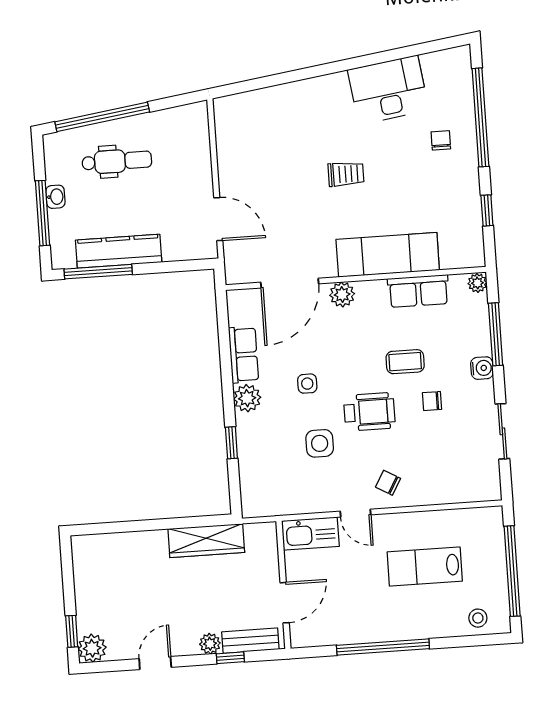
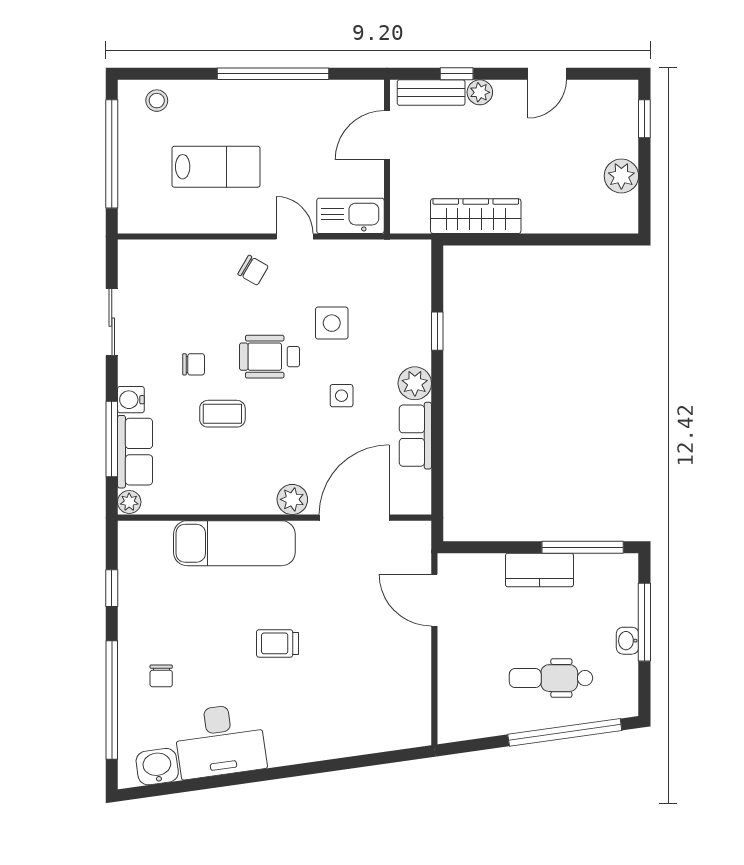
washbasin: (439, 65) -> (157, 767), added
kitchen counter: (119, 251) -> (539, 570), width x0.67
row of seats: (418, 291) -> (135, 452), moved, turned 90
plant: (92, 648) -> (621, 176), moved

